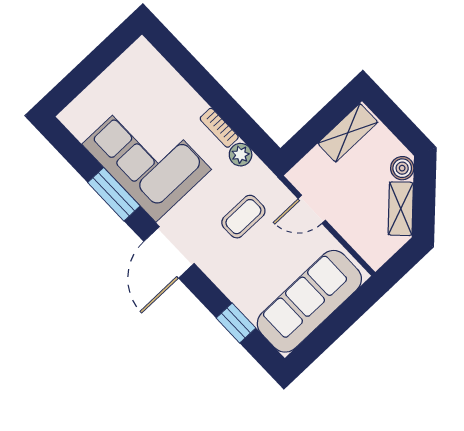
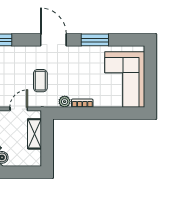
shelving: (348, 133) -> (35, 134), moved
corner sofa: (147, 157) -> (125, 80), moved, turned 90

